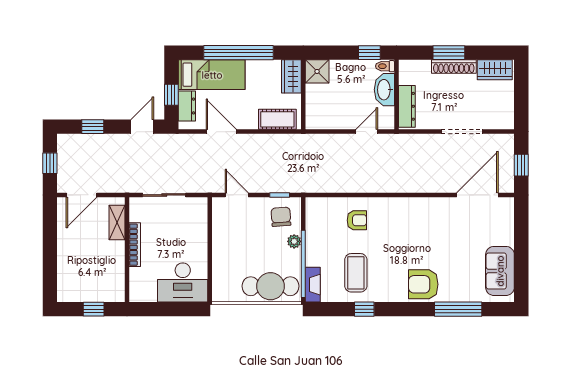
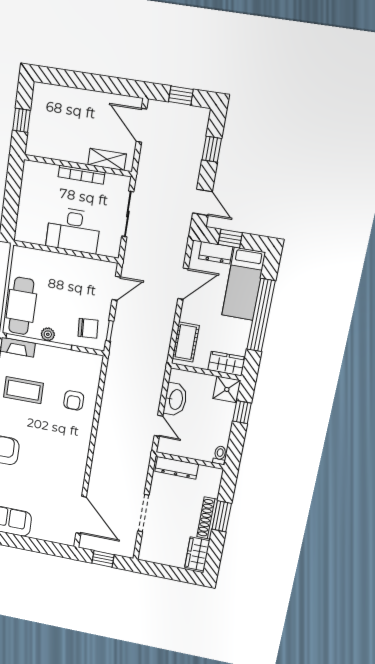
window: (369, 53) -> (242, 412), moved
washbasin: (384, 90) -> (175, 399), moved, turned 90
plant: (294, 241) -> (48, 334), moved
desk: (183, 282) -> (73, 230), moved, turned -90

